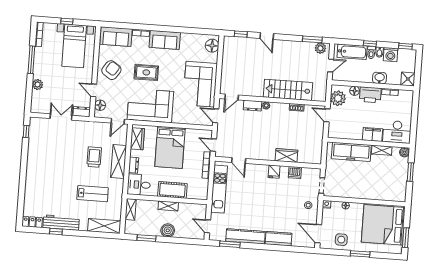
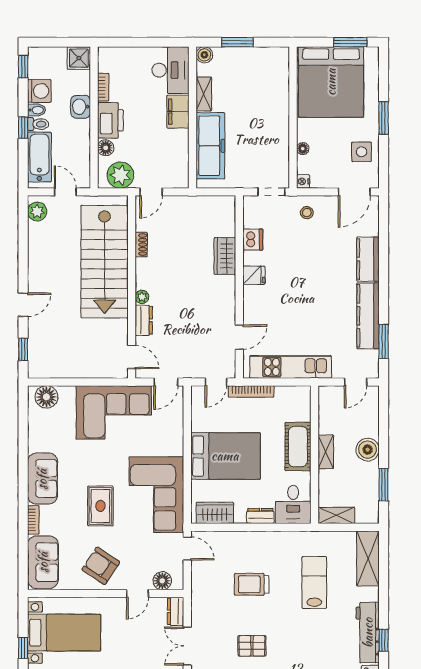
window: (312, 39) -> (23, 226), removed
stairs: (288, 90) -> (105, 262), width x1.36, depth x1.51
pallet: (58, 155) -> (252, 646), added
shelving: (118, 162) -> (256, 542), removed

